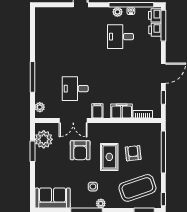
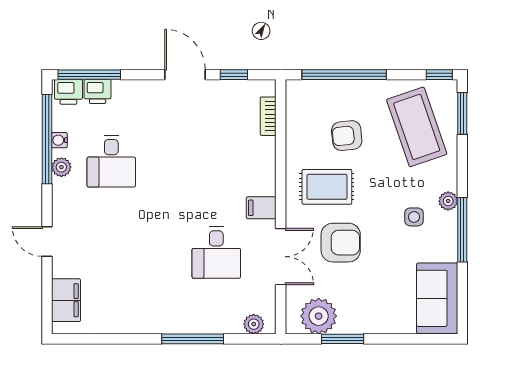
filing cabinet: (122, 111) -> (66, 300), moved, turned 180
rug: (109, 157) -> (327, 187), moved

